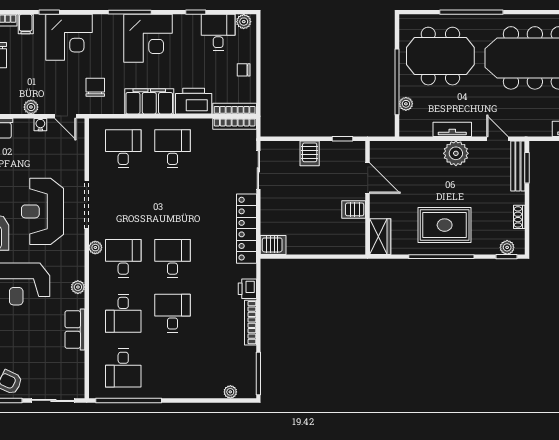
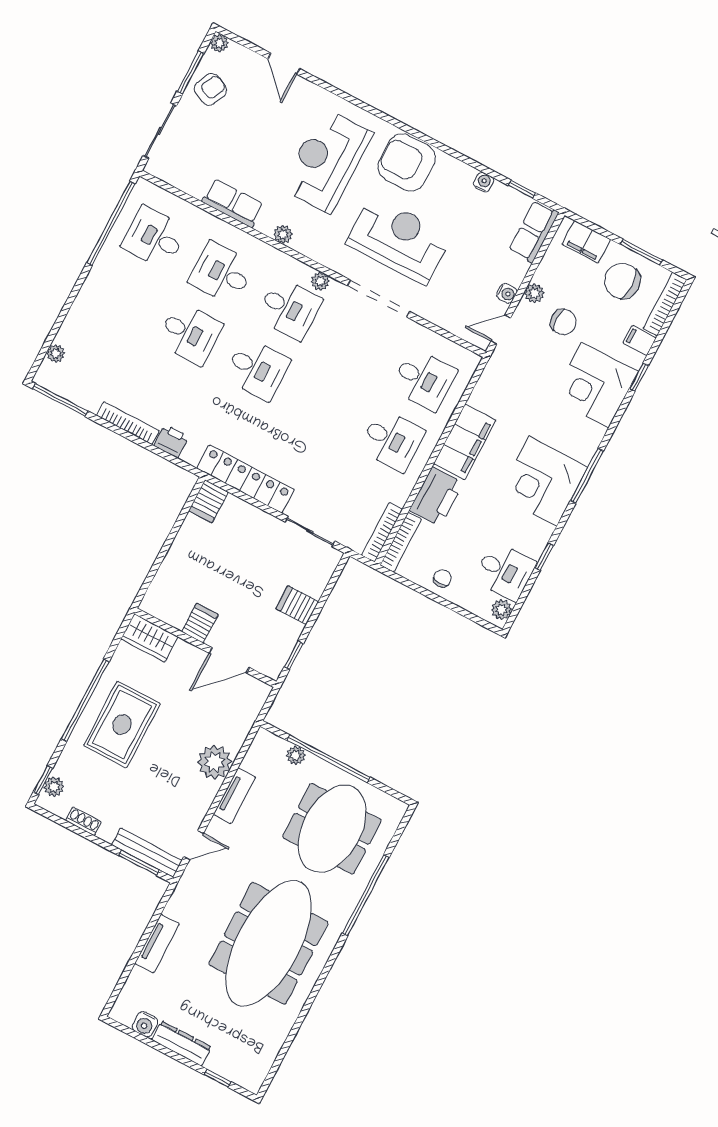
chair: (95, 87) -> (563, 322), moved
plant: (456, 153) -> (215, 762), moved

